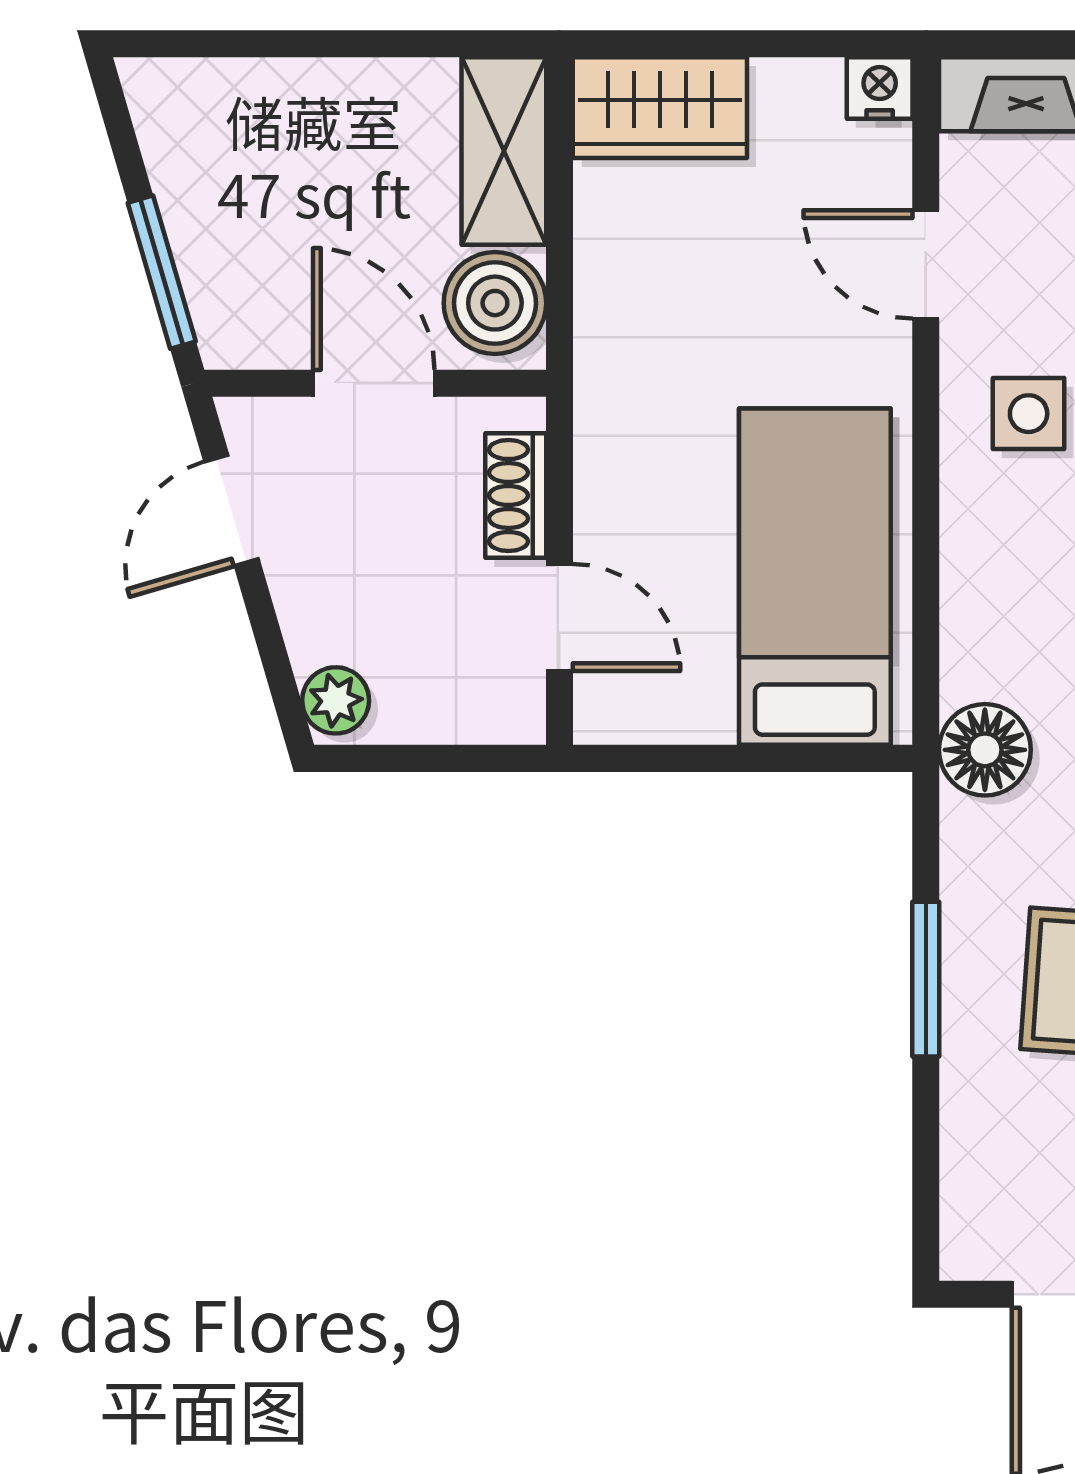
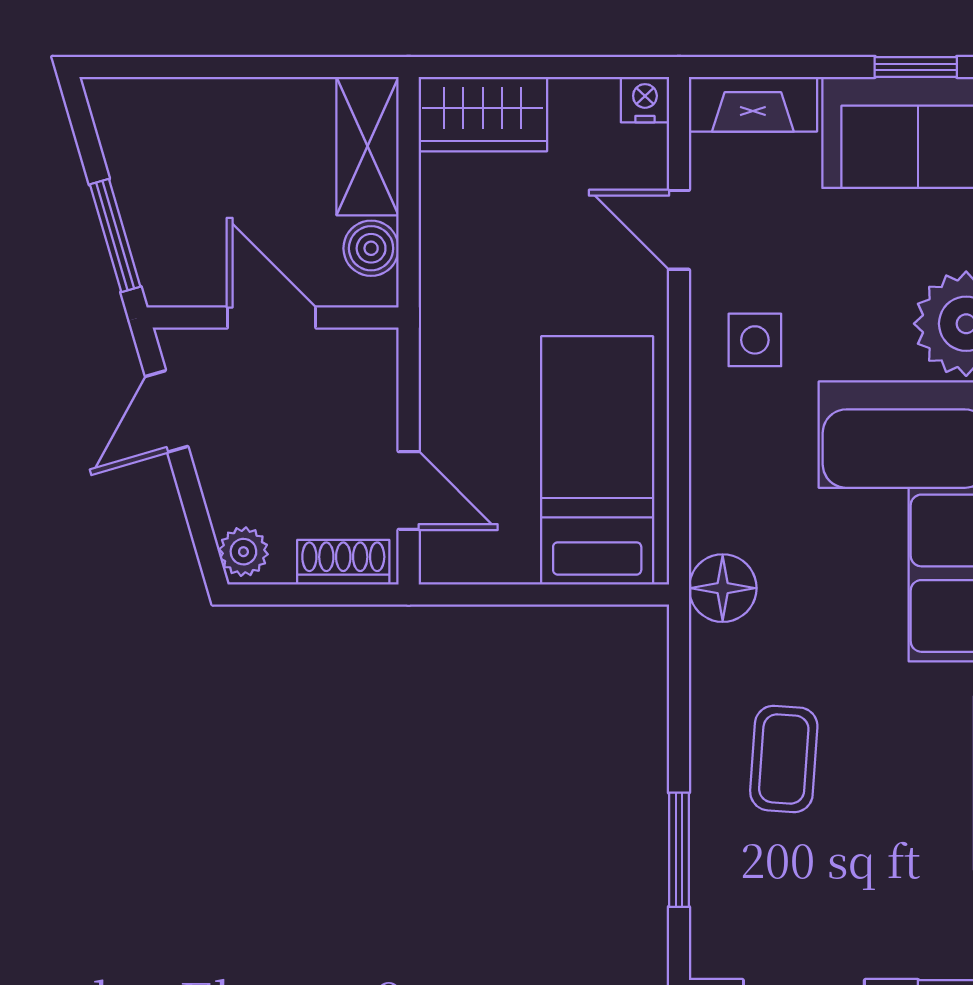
boiler: (495, 303) -> (371, 248), width x0.73, depth x0.73
shoe rack: (516, 496) -> (343, 562), moved, turned 90
window: (926, 979) -> (679, 850), moved

